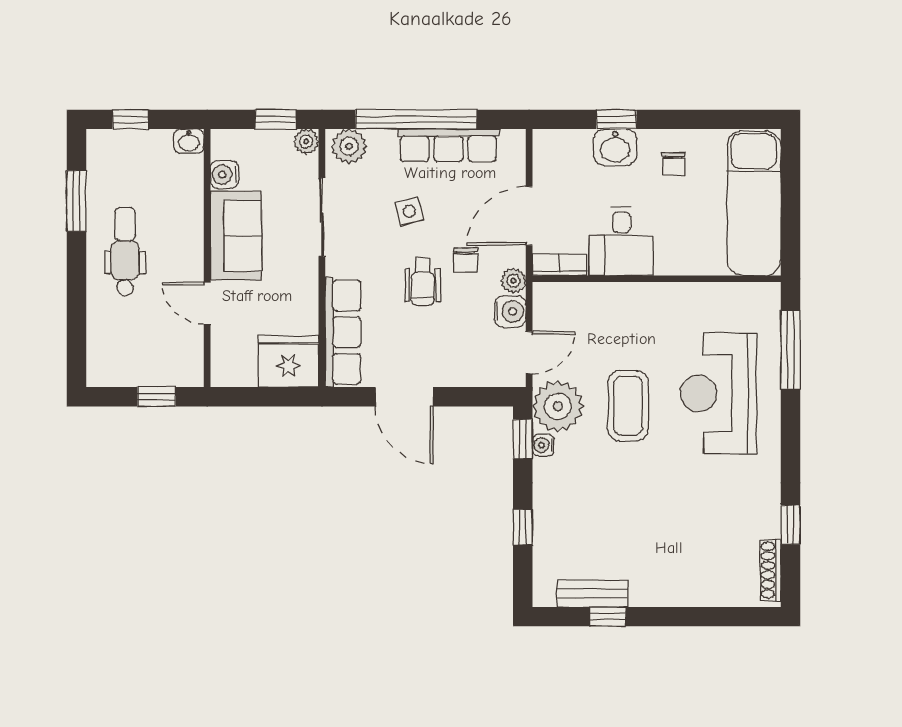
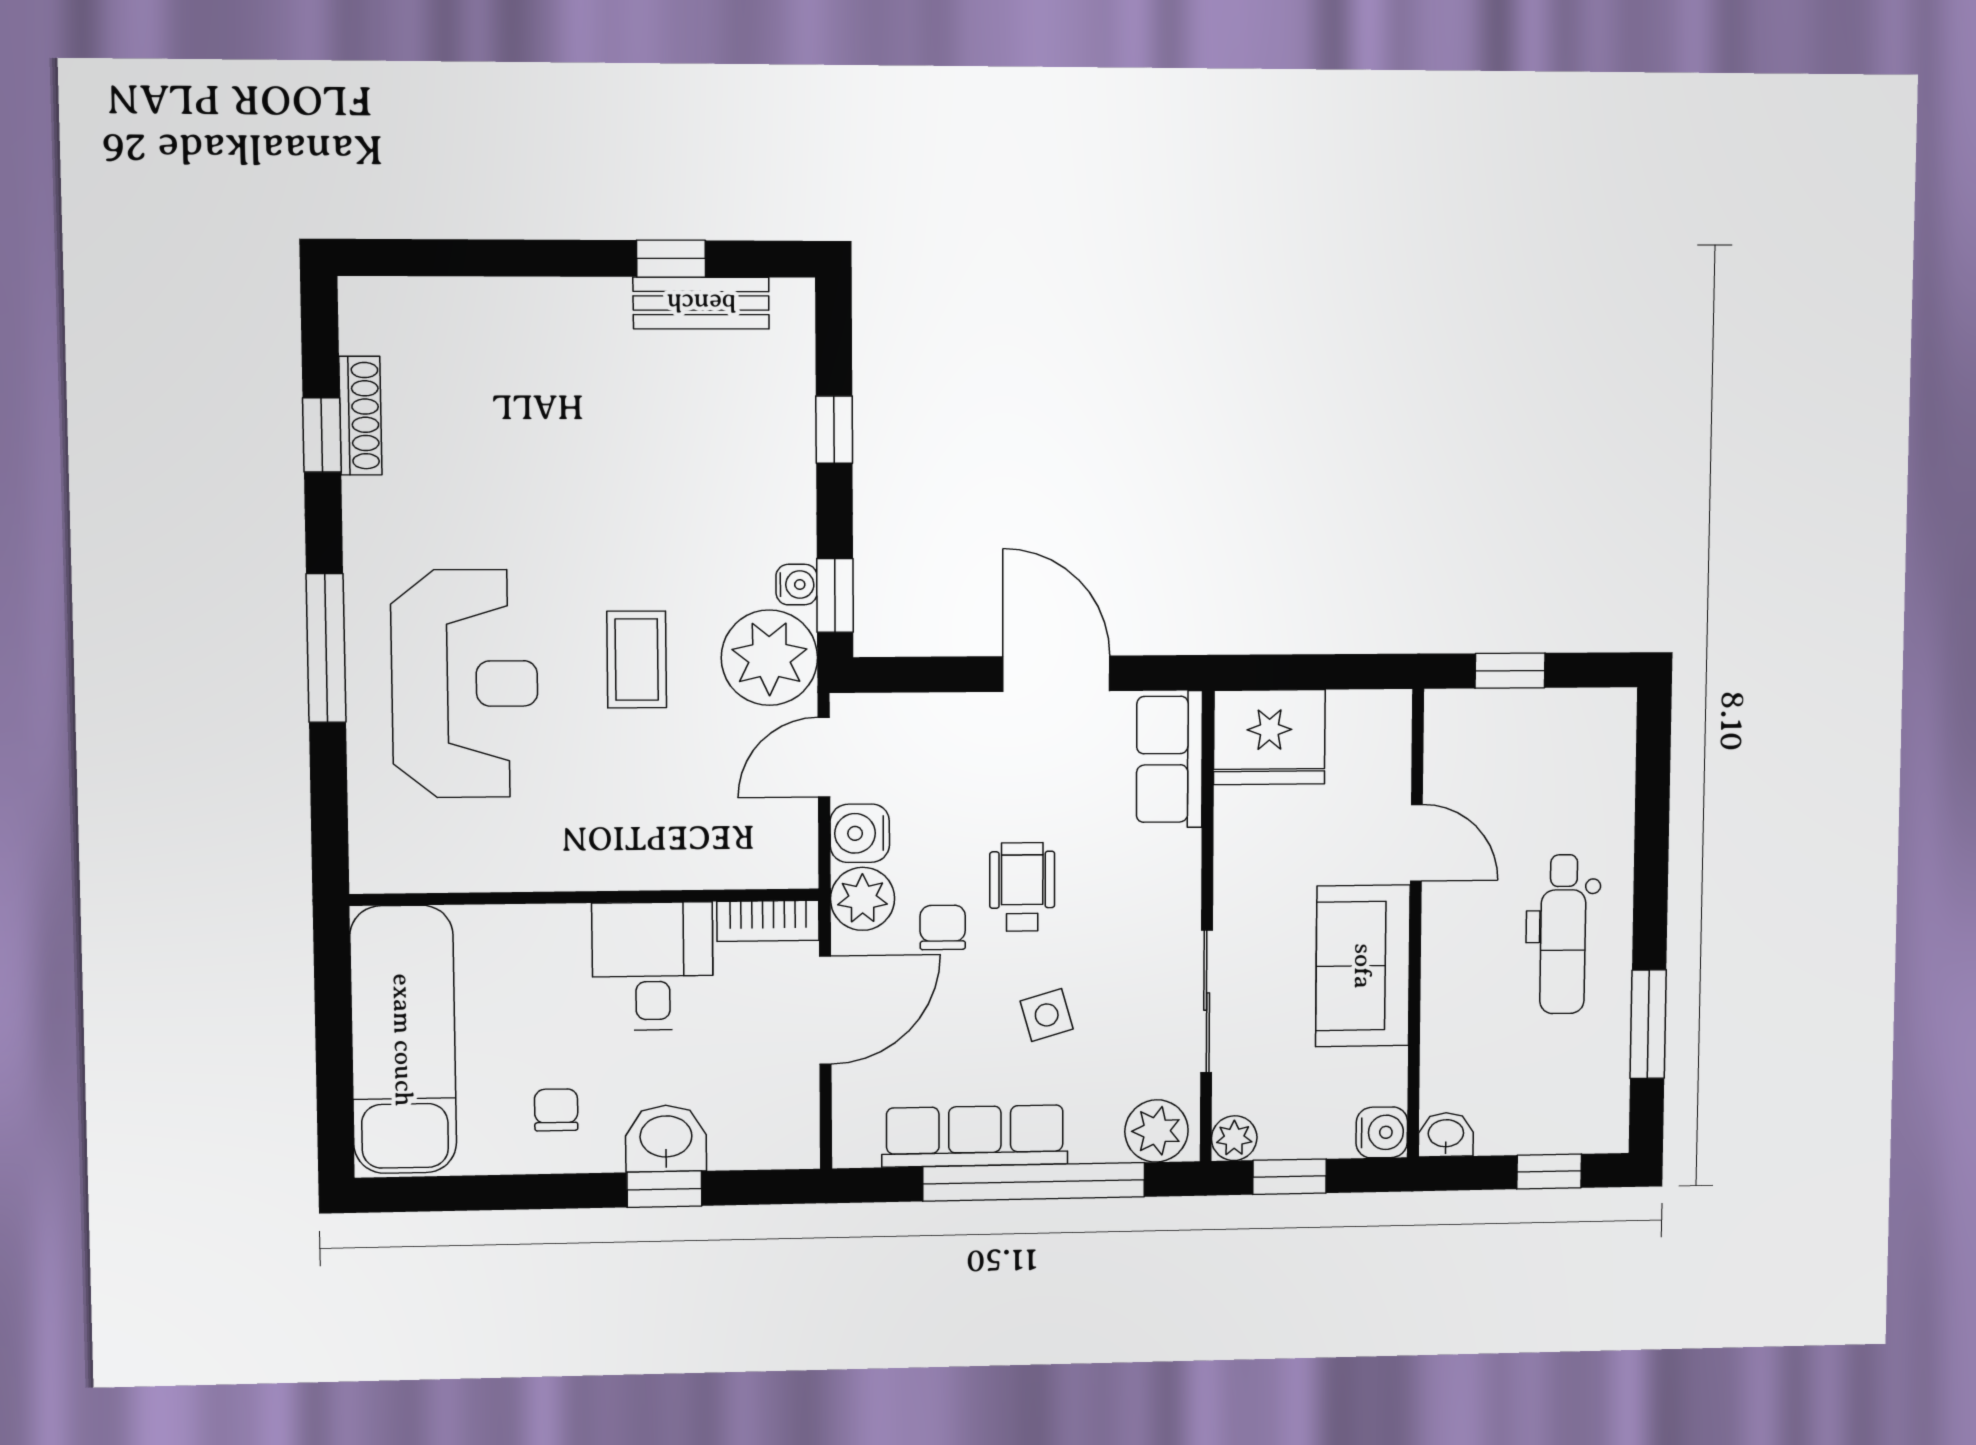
water cooler: (224, 175) -> (1382, 1132), moved
plant: (513, 281) -> (863, 899), width x1.38, depth x1.38
row of seats: (343, 332) -> (1169, 759), width x0.68
window: (791, 350) -> (326, 648), moved
coffee table: (628, 406) -> (637, 659), width x0.73, depth x0.77
shoe rack: (770, 570) -> (360, 416), moved

